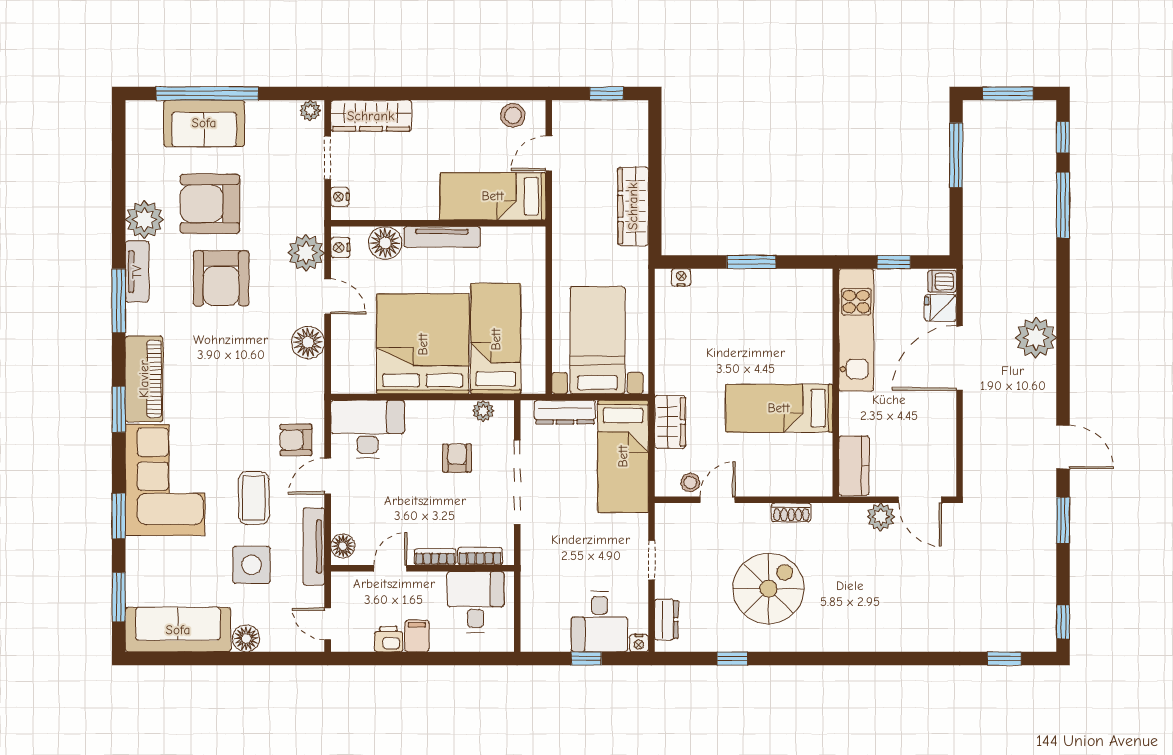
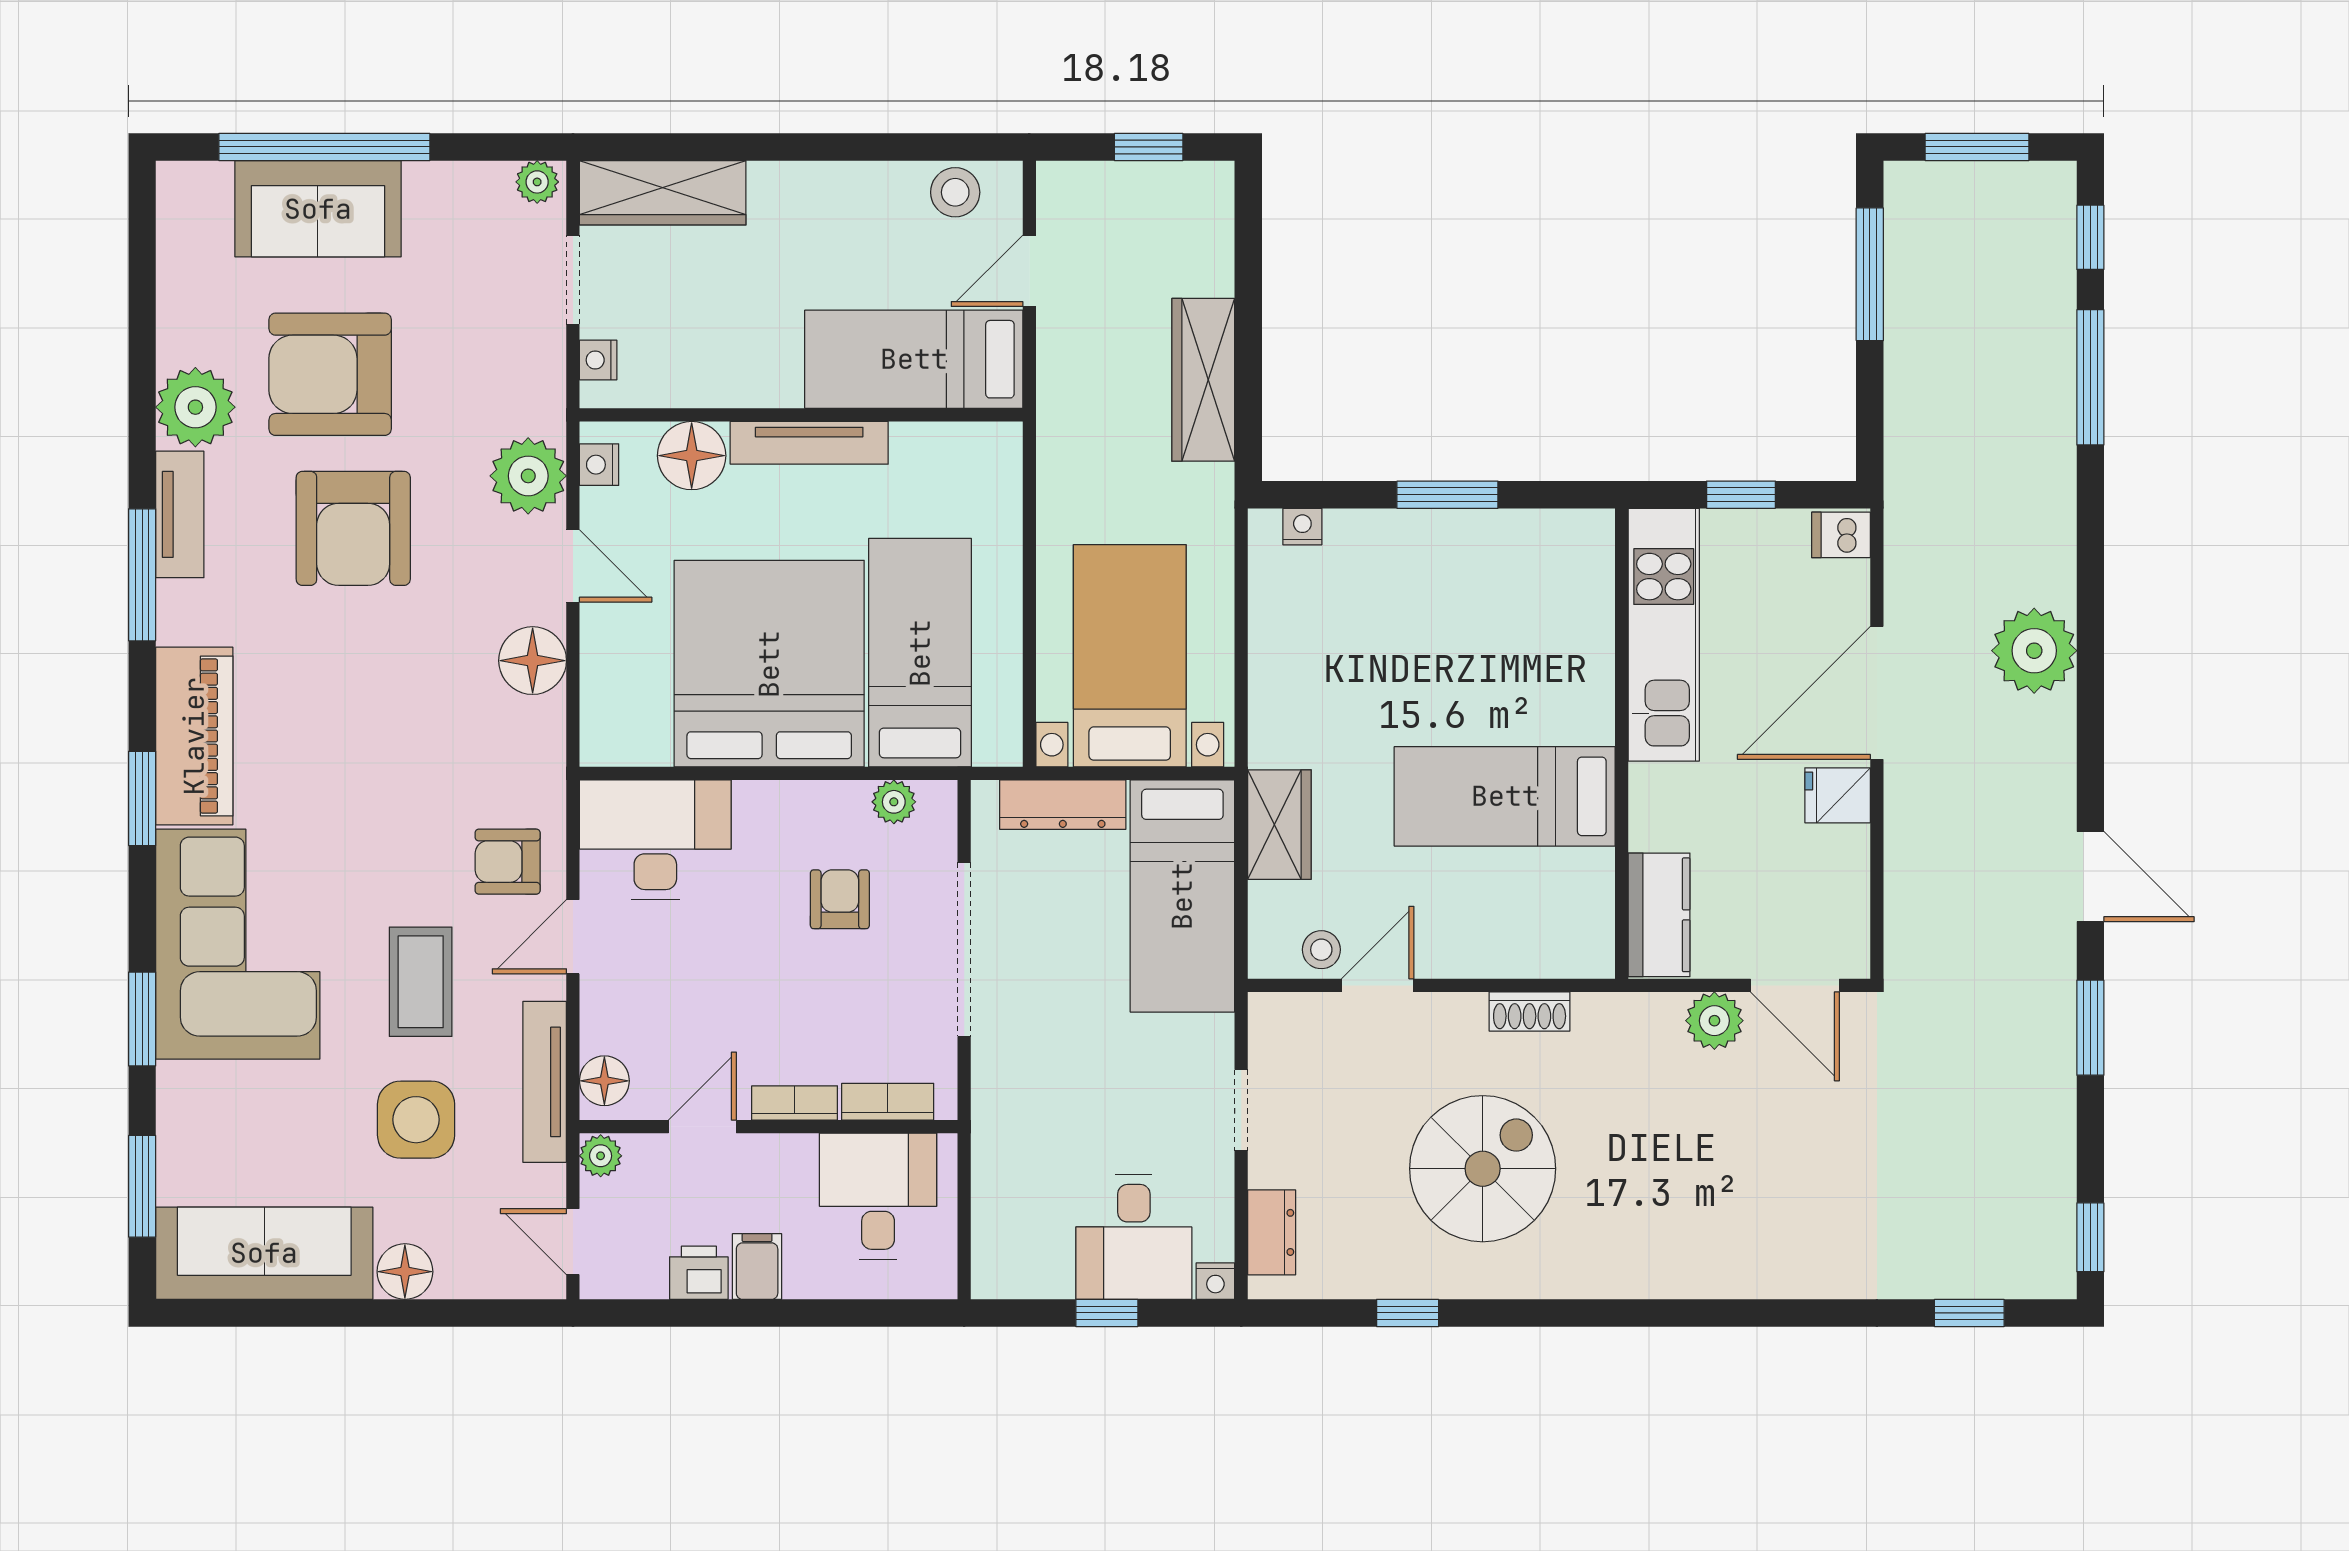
fridge: (940, 308) -> (1838, 795), moved
plant: (341, 582) -> (601, 1156), added

